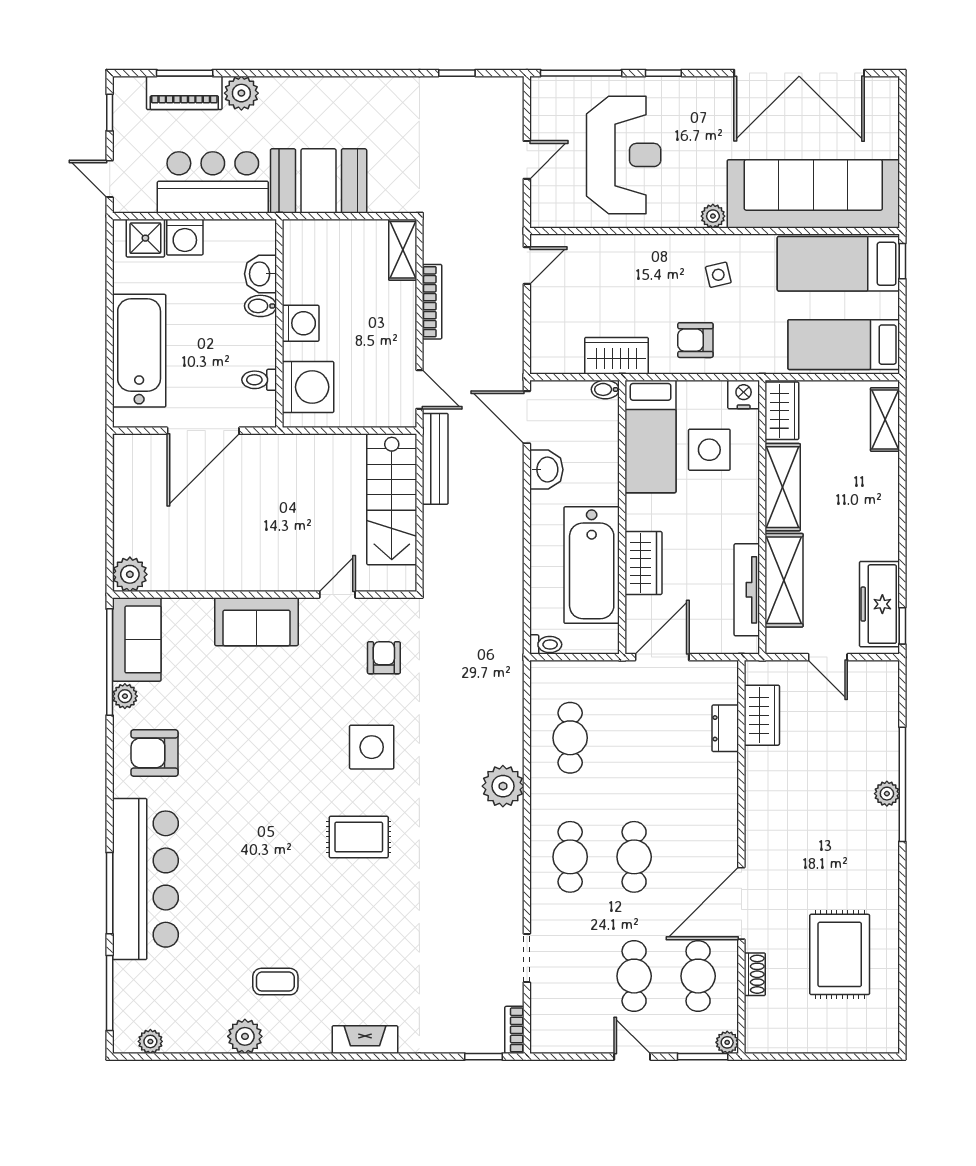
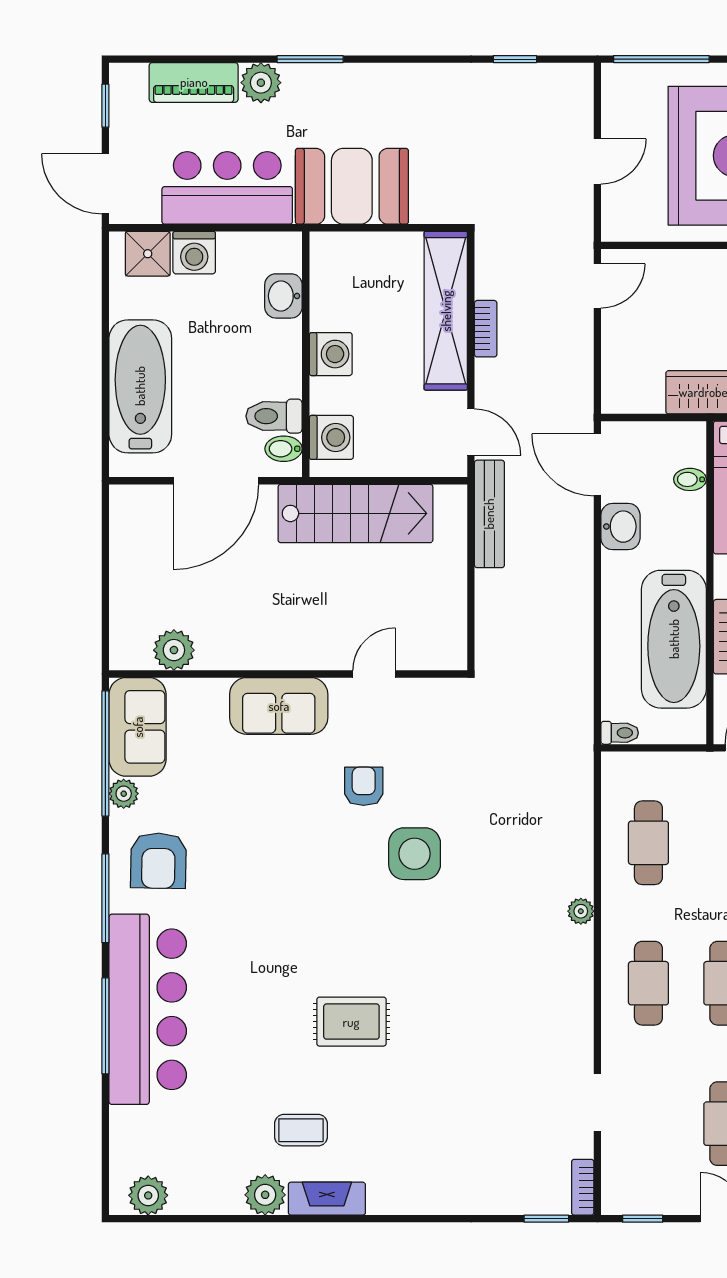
window: (185, 73) -> (310, 59), moved
door: (110, 179) -> (105, 184), width x1.38
shelving: (403, 250) -> (446, 311), width x2.20, depth x1.33
bookcase: (432, 302) -> (486, 329), width x0.64
bidet: (261, 306) -> (284, 449), moved
toilet: (259, 380) -> (274, 416), width x1.37, depth x1.39
washing machine: (308, 387) -> (331, 437), width x0.73, depth x0.73
bidet: (605, 389) -> (690, 479), moved
stairs: (392, 499) -> (355, 513), moved, turned -90
plant: (130, 574) -> (174, 650), moved
armchair: (384, 658) -> (364, 786), moved
armchair: (154, 753) -> (158, 861), turned -89
plant: (503, 786) -> (581, 911), width x0.53, depth x0.53
rug: (359, 837) -> (351, 1022), moved
window: (110, 993) -> (105, 898), moved
fireplace: (365, 1040) -> (327, 1199), moved
plant: (150, 1041) -> (148, 1195), width x1.38, depth x1.38
window: (565, 1057) -> (643, 1219), added

